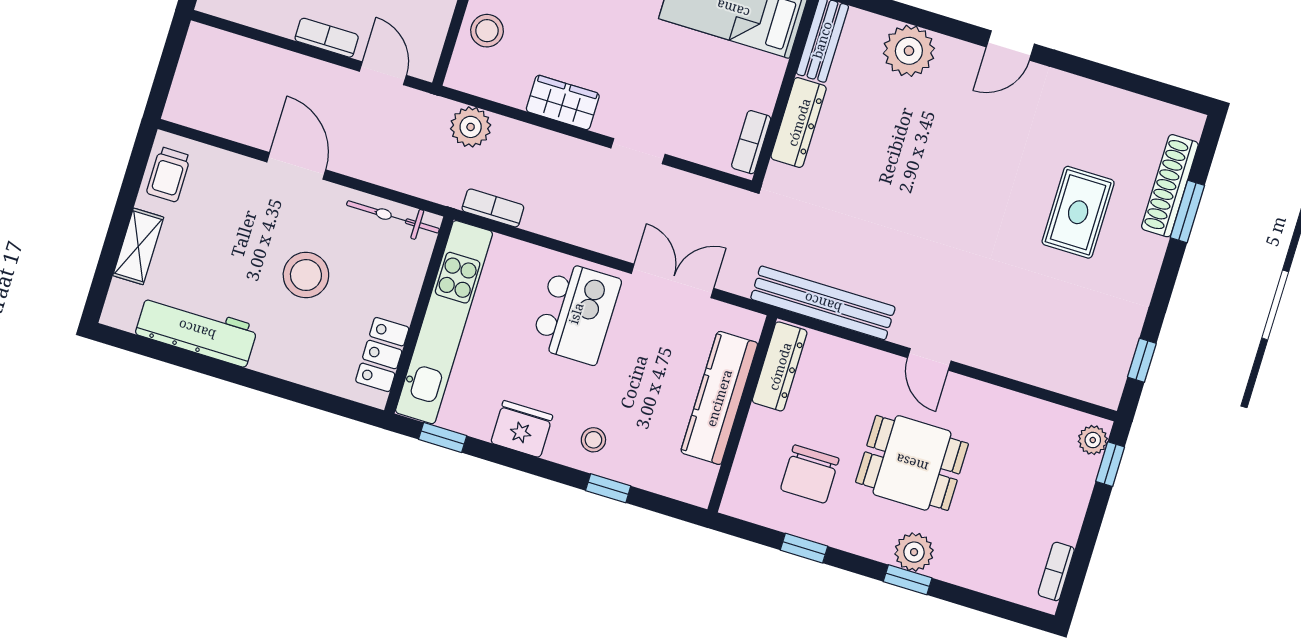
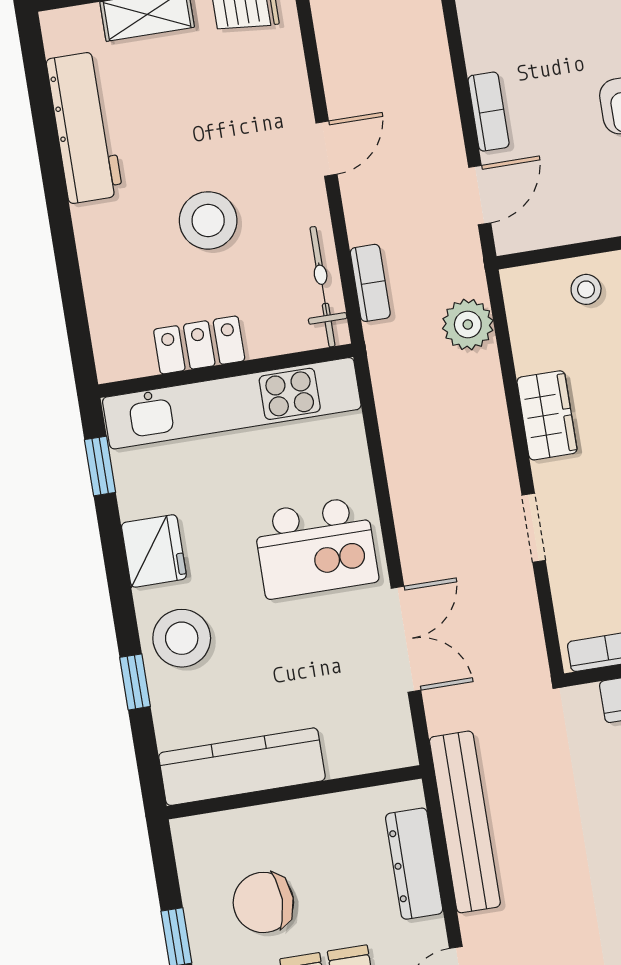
stool: (487, 31) -> (586, 289), width x0.73, depth x0.73
door: (296, 166) -> (326, 149), width x0.73
bookcase: (493, 208) -> (370, 283), moved
locker: (382, 354) -> (199, 345), moved
dresser: (780, 366) -> (414, 864), moved, turned 90
kitchen counter: (719, 398) -> (242, 767), moved
stool: (593, 440) -> (182, 638), width x1.89, depth x1.89

